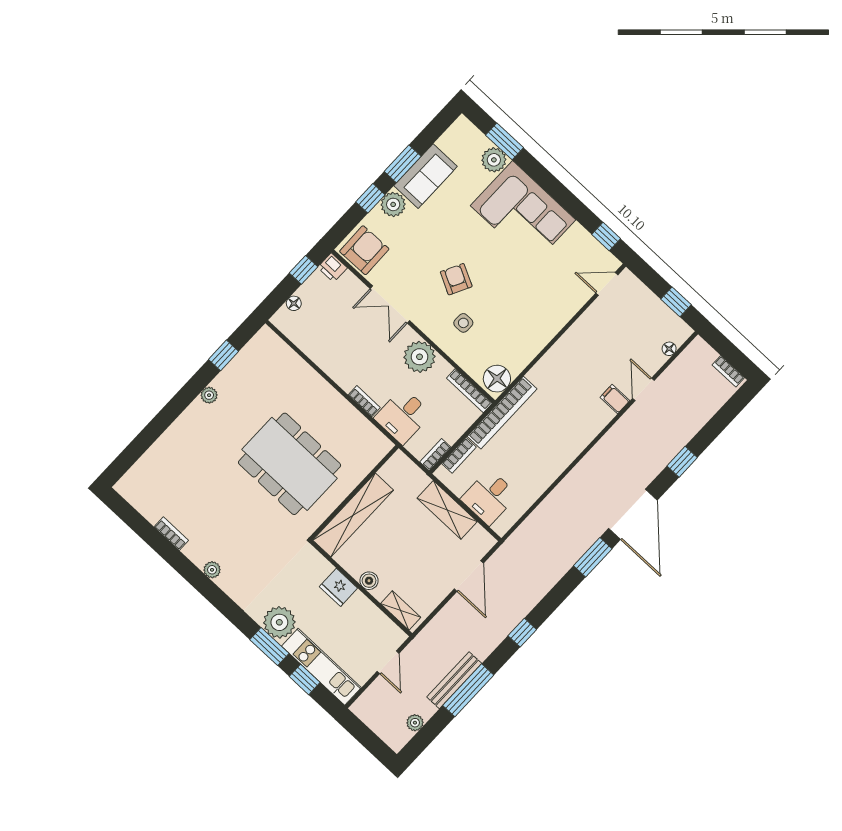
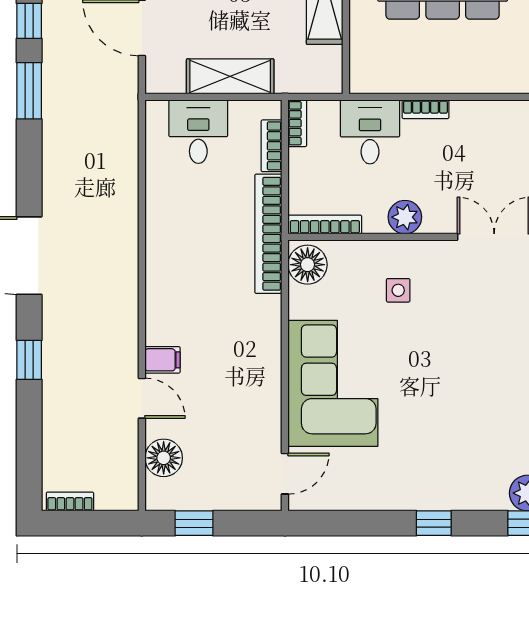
corner sofa: (523, 213) -> (333, 383), moved, turned 90
window: (606, 237) -> (434, 523), moved
armchair: (456, 279) -> (449, 329), removed
floor lamp: (669, 349) -> (164, 458), width x1.89, depth x1.89
plant: (420, 357) -> (405, 217), width x0.73, depth x0.73
window: (593, 557) -> (29, 91), moved

